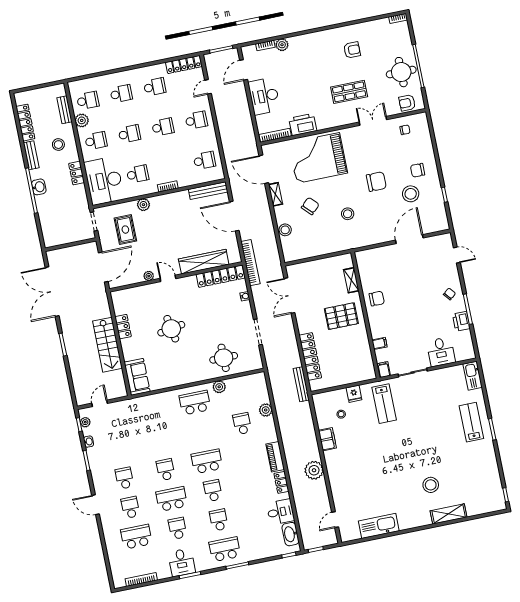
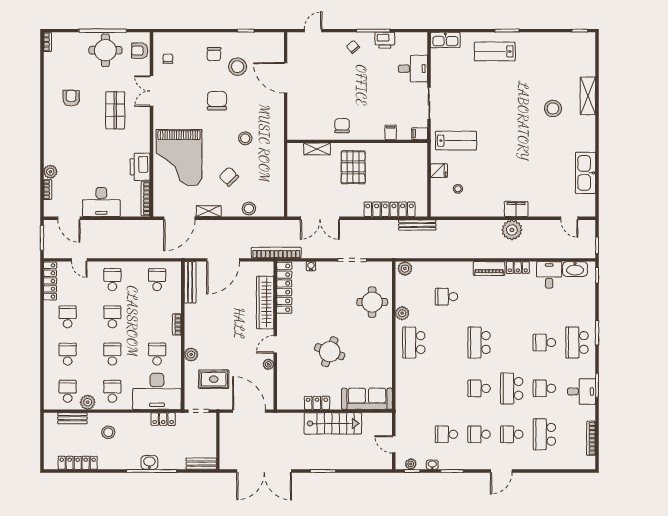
armchair: (407, 103) -> (140, 51), turned 90
bench: (31, 155) -> (201, 464), moved
locker: (77, 173) -> (163, 419), moved
round table: (171, 329) -> (330, 352), turned 30
sofa: (137, 377) -> (367, 399), width x1.36
plant: (266, 410) -> (405, 269), moved
filing cabinet: (327, 439) -> (516, 209), moved
school desk: (213, 491) -> (446, 434), moved

